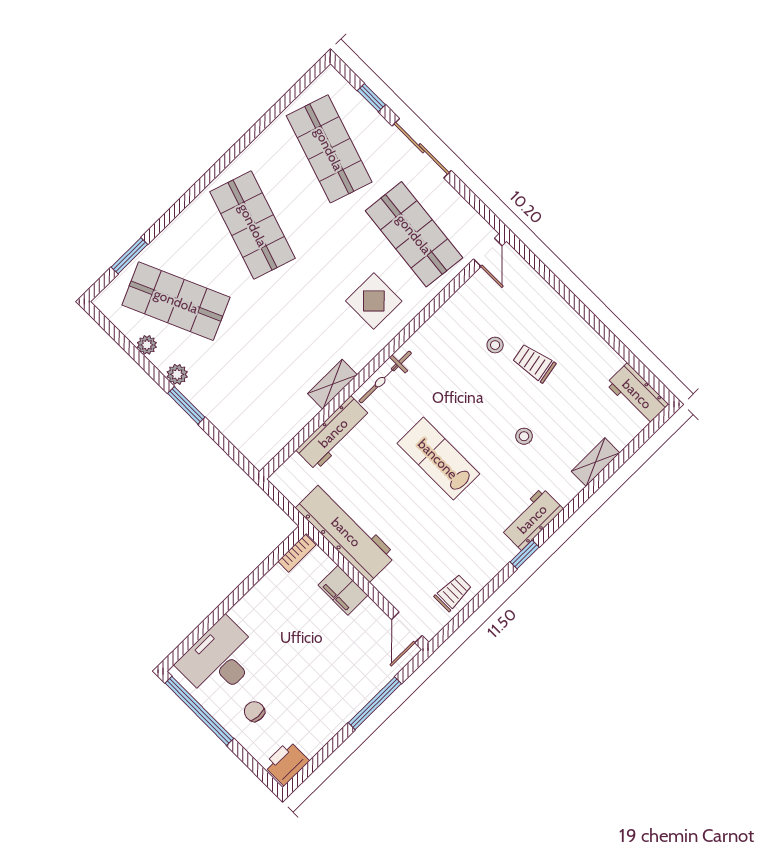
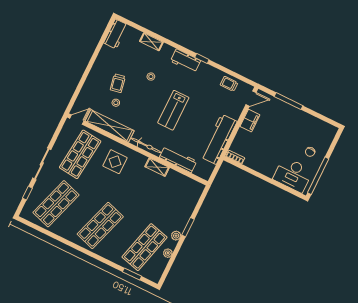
shop shelf: (176, 301) -> (145, 247), turned 39
shelving: (451, 316) -> (110, 126), added
filing cabinet: (343, 590) -> (250, 121), moved
printer: (286, 763) -> (328, 130), removed

